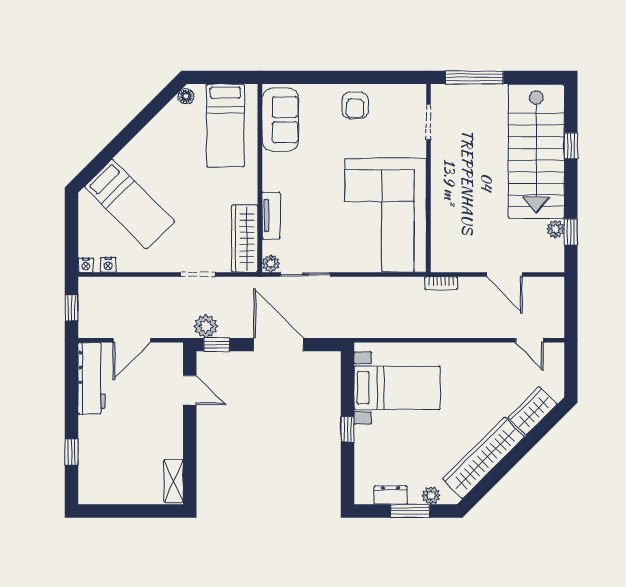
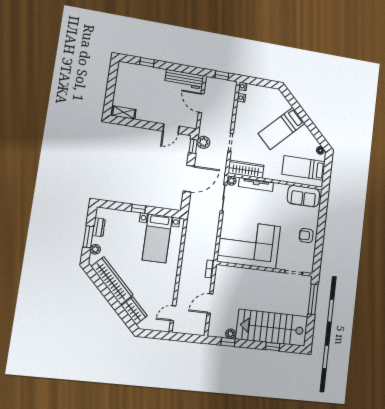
bed: (129, 204) -> (282, 128), moved
tv unit: (271, 215) -> (256, 184), width x1.41

